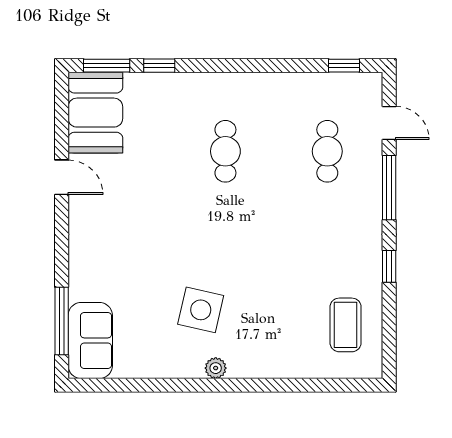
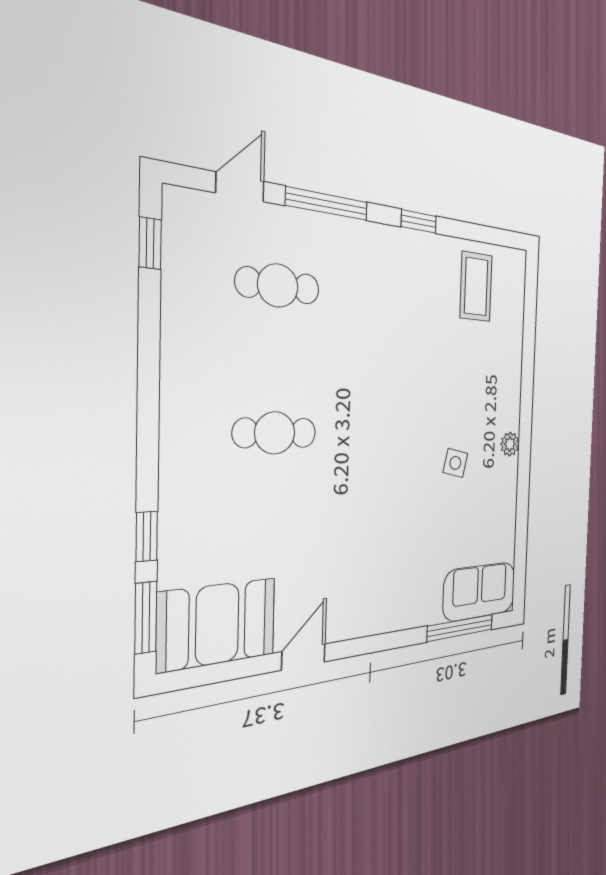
side table: (201, 310) -> (455, 463), width x0.54, depth x0.54
coffee table: (346, 325) -> (476, 287), turned 90

